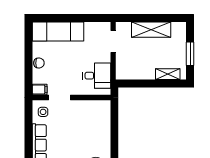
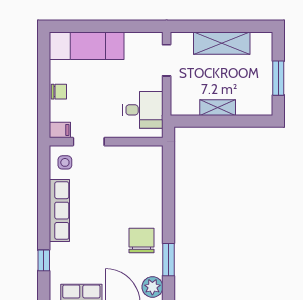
shelving: (168, 74) -> (218, 108), moved

